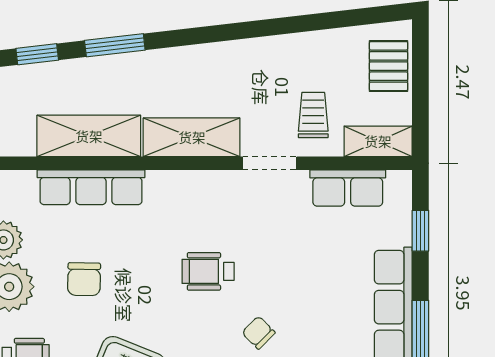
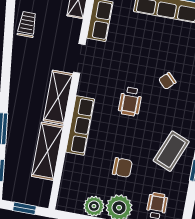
trolley: (313, 115) -> (27, 24), moved, turned 90
row of seats: (91, 187) -> (80, 125), moved

